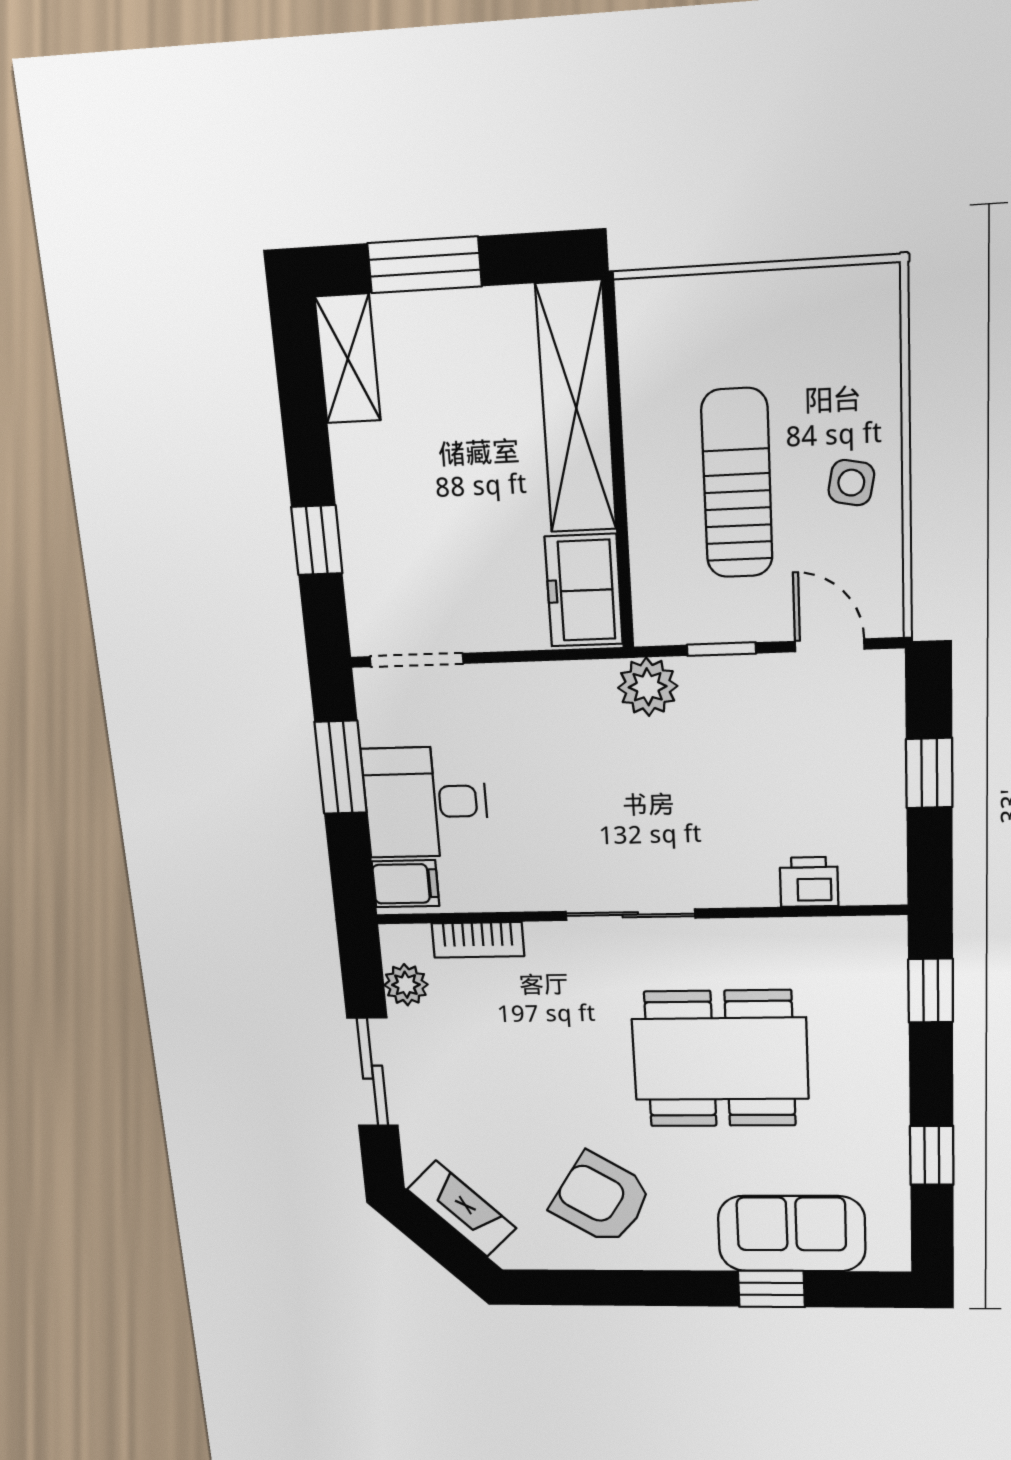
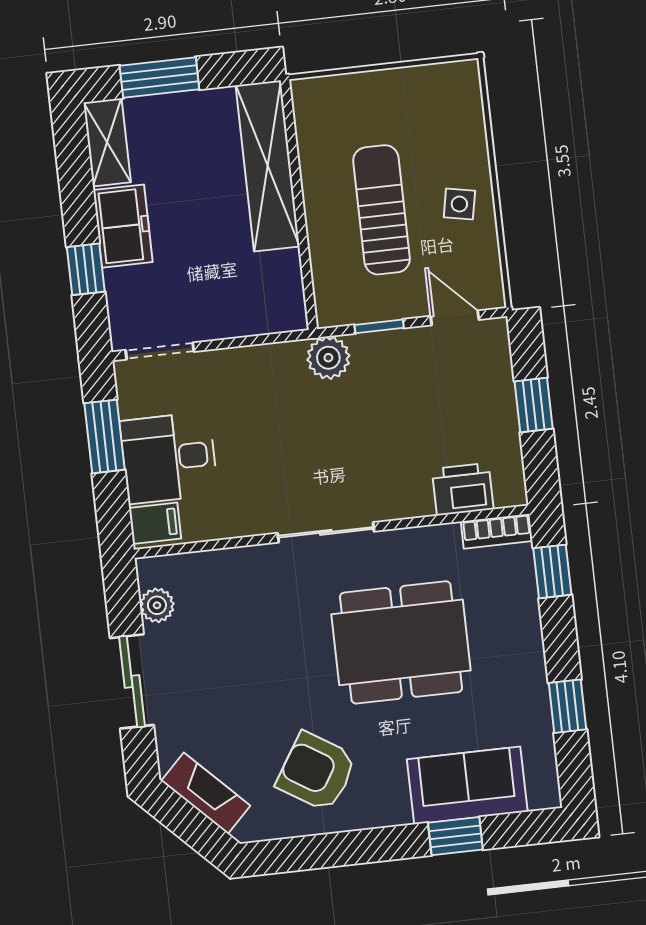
freezer: (584, 590) -> (123, 226), moved, turned 180
printer: (809, 882) -> (463, 489), width x1.36, depth x1.24
bookcase: (478, 940) -> (497, 531), moved

